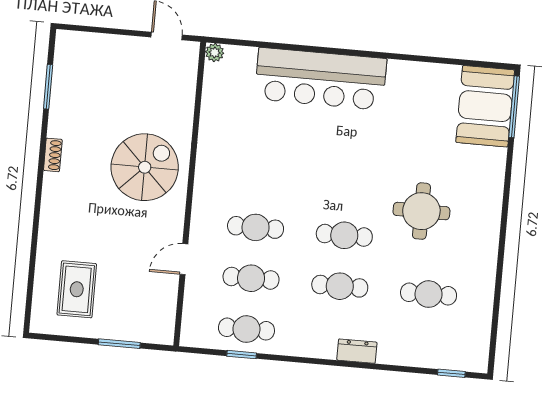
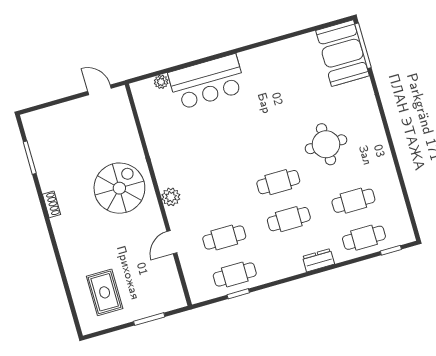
plant: (215, 53) -> (161, 82), moved
bar counter: (321, 79) -> (207, 82), width x0.73
plant: (204, 203) -> (171, 197), added
cafe table: (256, 227) -> (364, 238), moved

